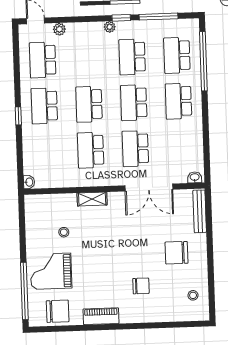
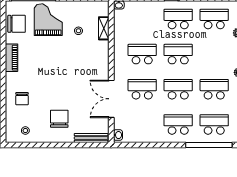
shelving: (92, 199) -> (104, 28), moved
chair: (141, 286) -> (22, 99), moved
chair: (58, 311) -> (17, 24), turned -90

